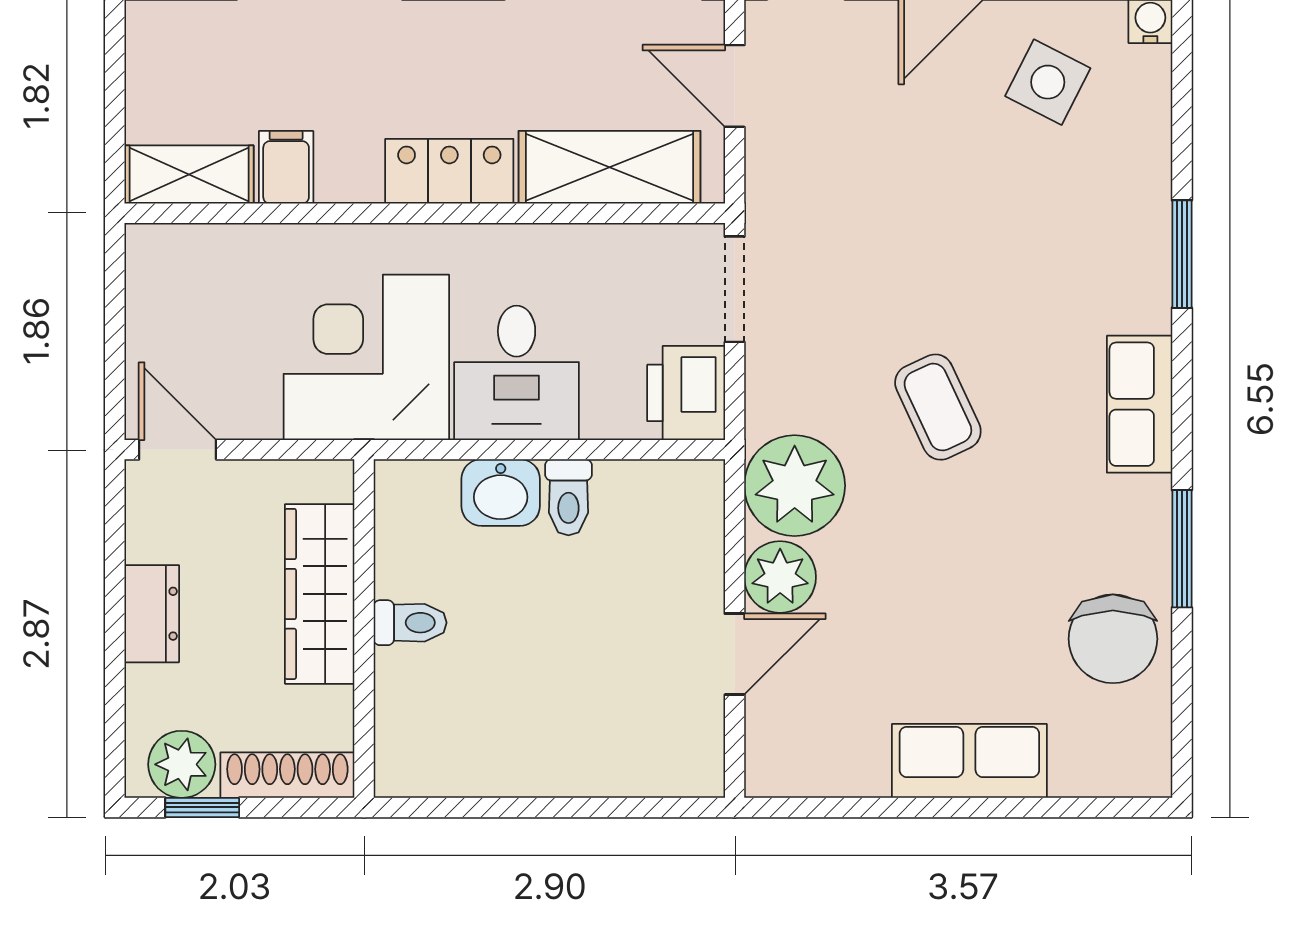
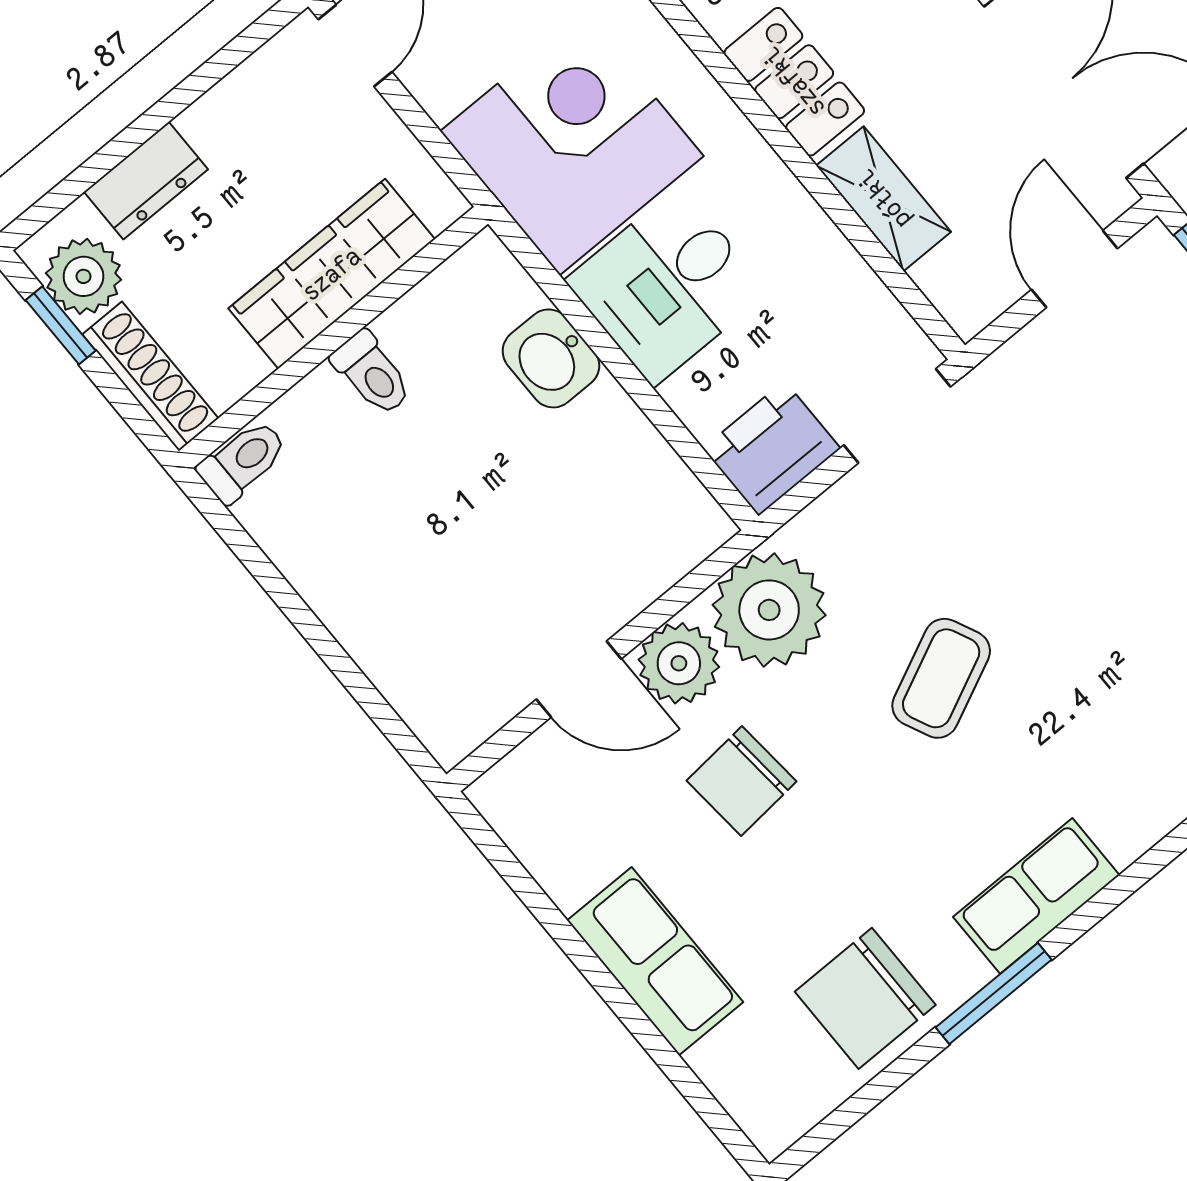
shelving: (610, 167) -> (884, 199), width x0.67, depth x0.75
row of seats: (1140, 404) -> (1036, 896), moved
toilet: (568, 497) -> (243, 461), moved, turned 180
chair: (895, 601) -> (742, 781), added
dresser: (152, 614) -> (146, 181), moved

